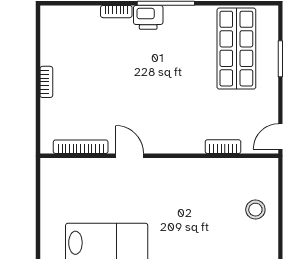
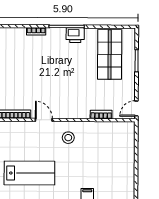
printer: (148, 17) -> (75, 35), moved
stool: (255, 210) -> (68, 138), moved

